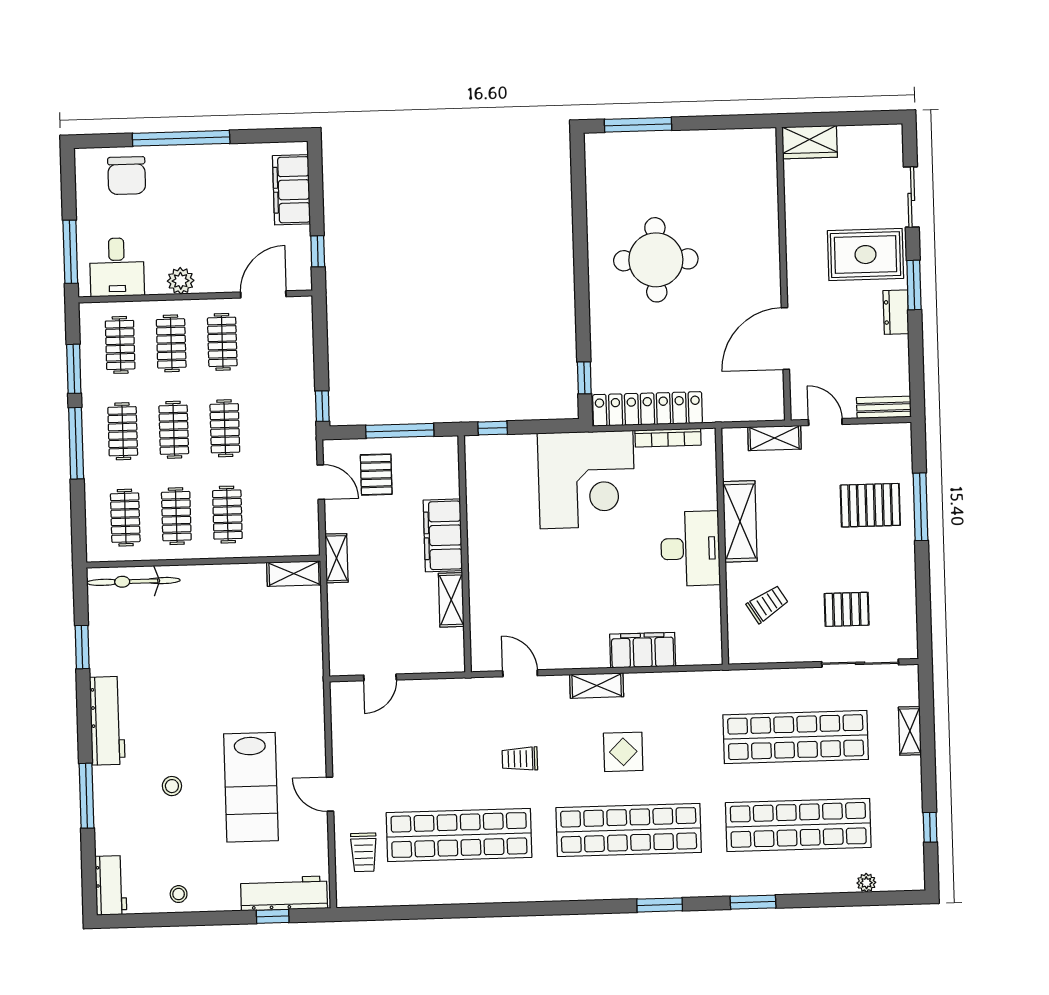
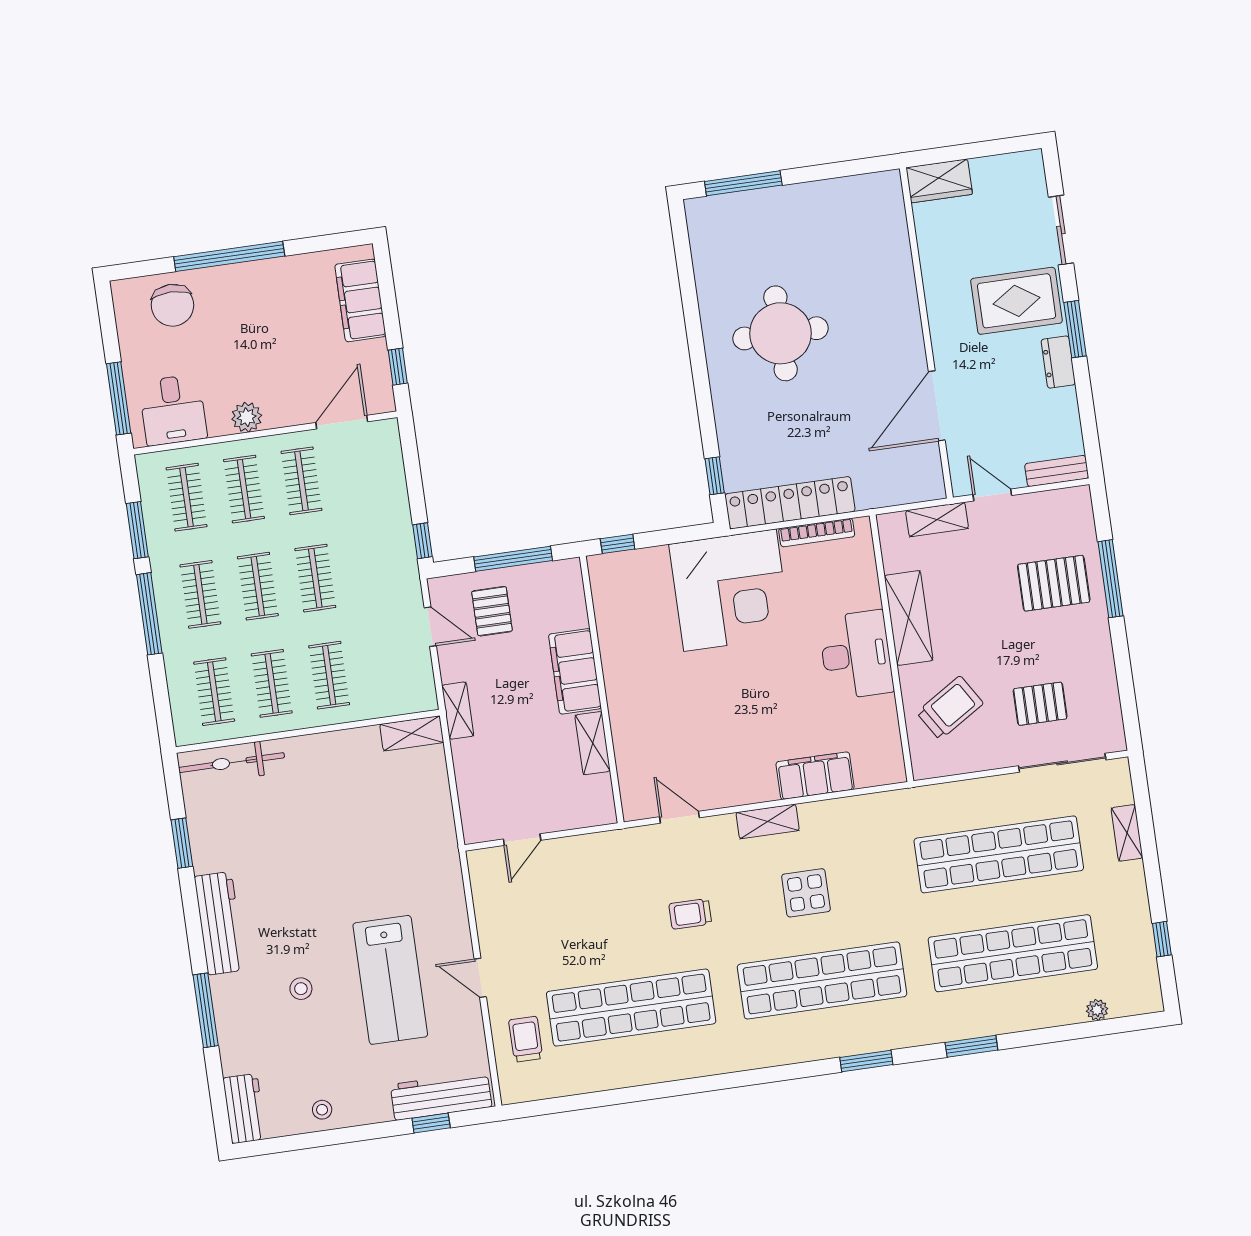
trolley: (767, 604) -> (950, 708), width x1.36, depth x1.39
trolley: (364, 852) -> (526, 1039), turned 180

